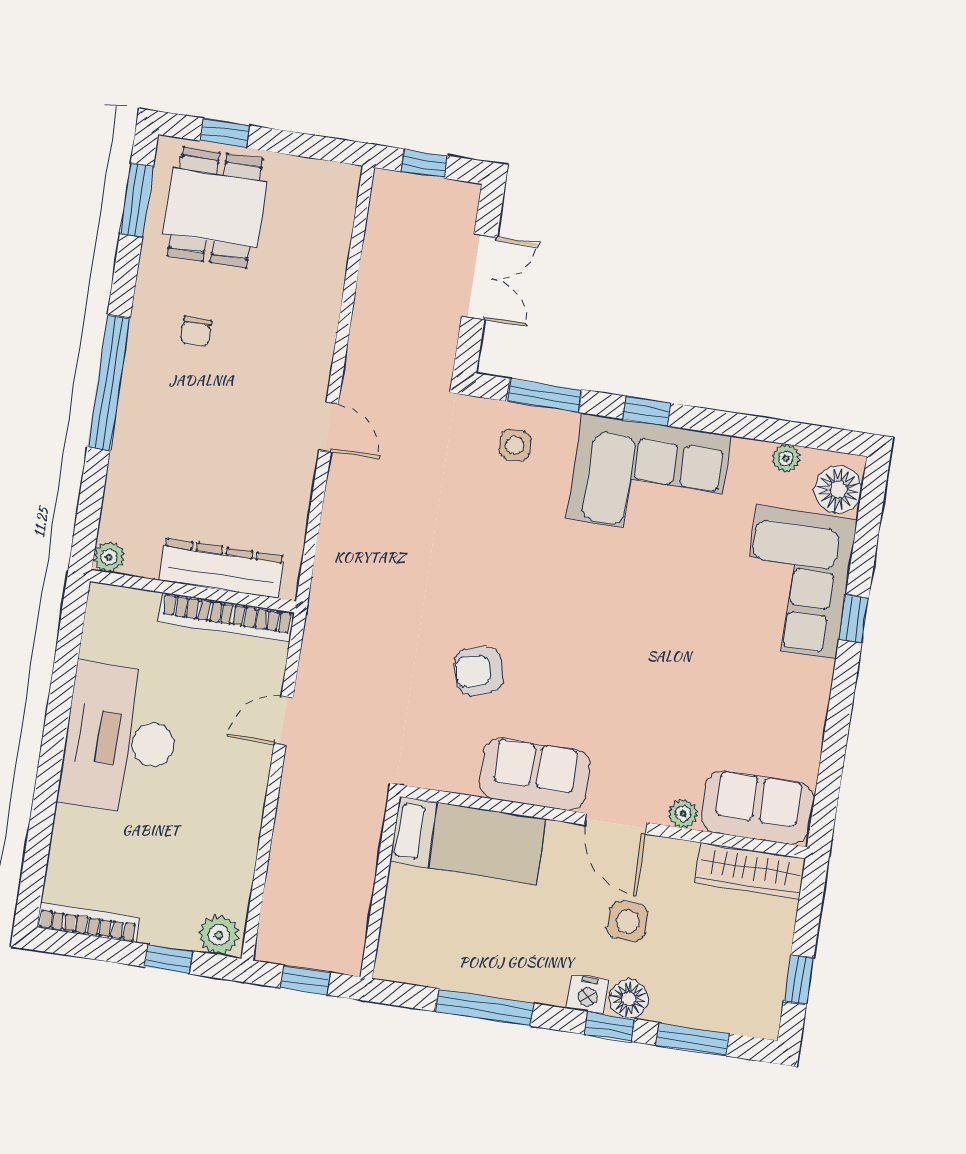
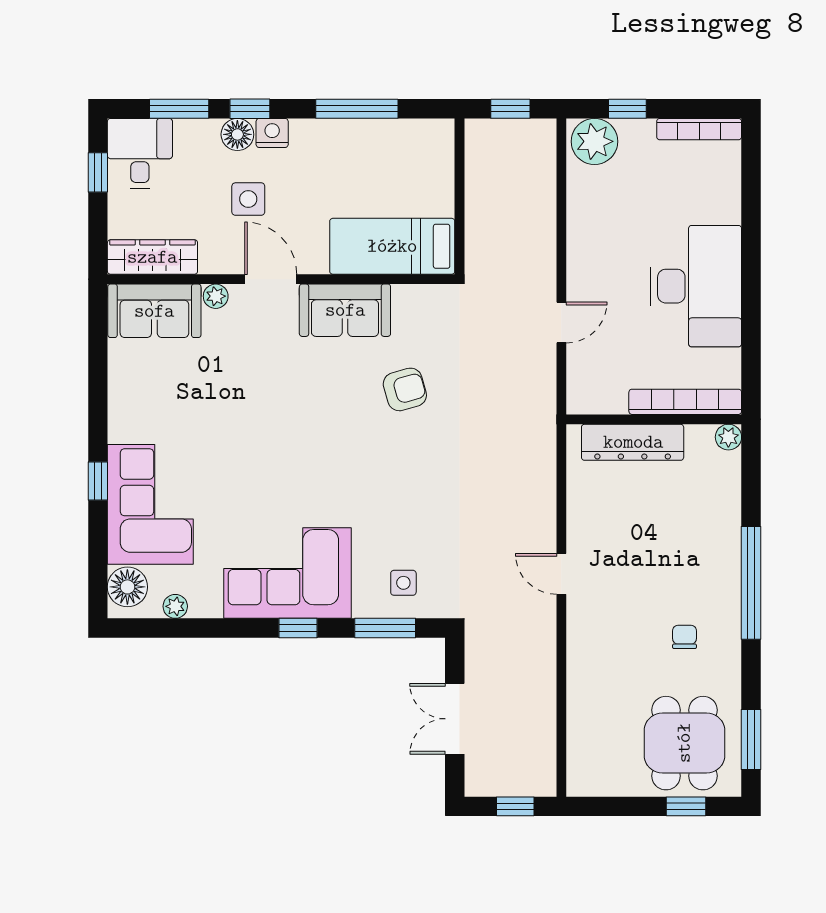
bookcase: (227, 617) -> (685, 402), moved
plant: (219, 935) -> (594, 141), width x1.36, depth x1.36
desk: (746, 994) -> (140, 153), added

